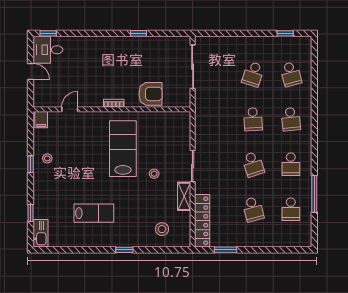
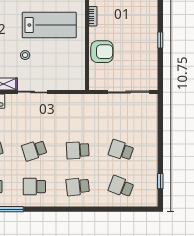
school desk: (291, 74) -> (121, 187), turned 36
armchair: (151, 94) -> (102, 52), turned -90

